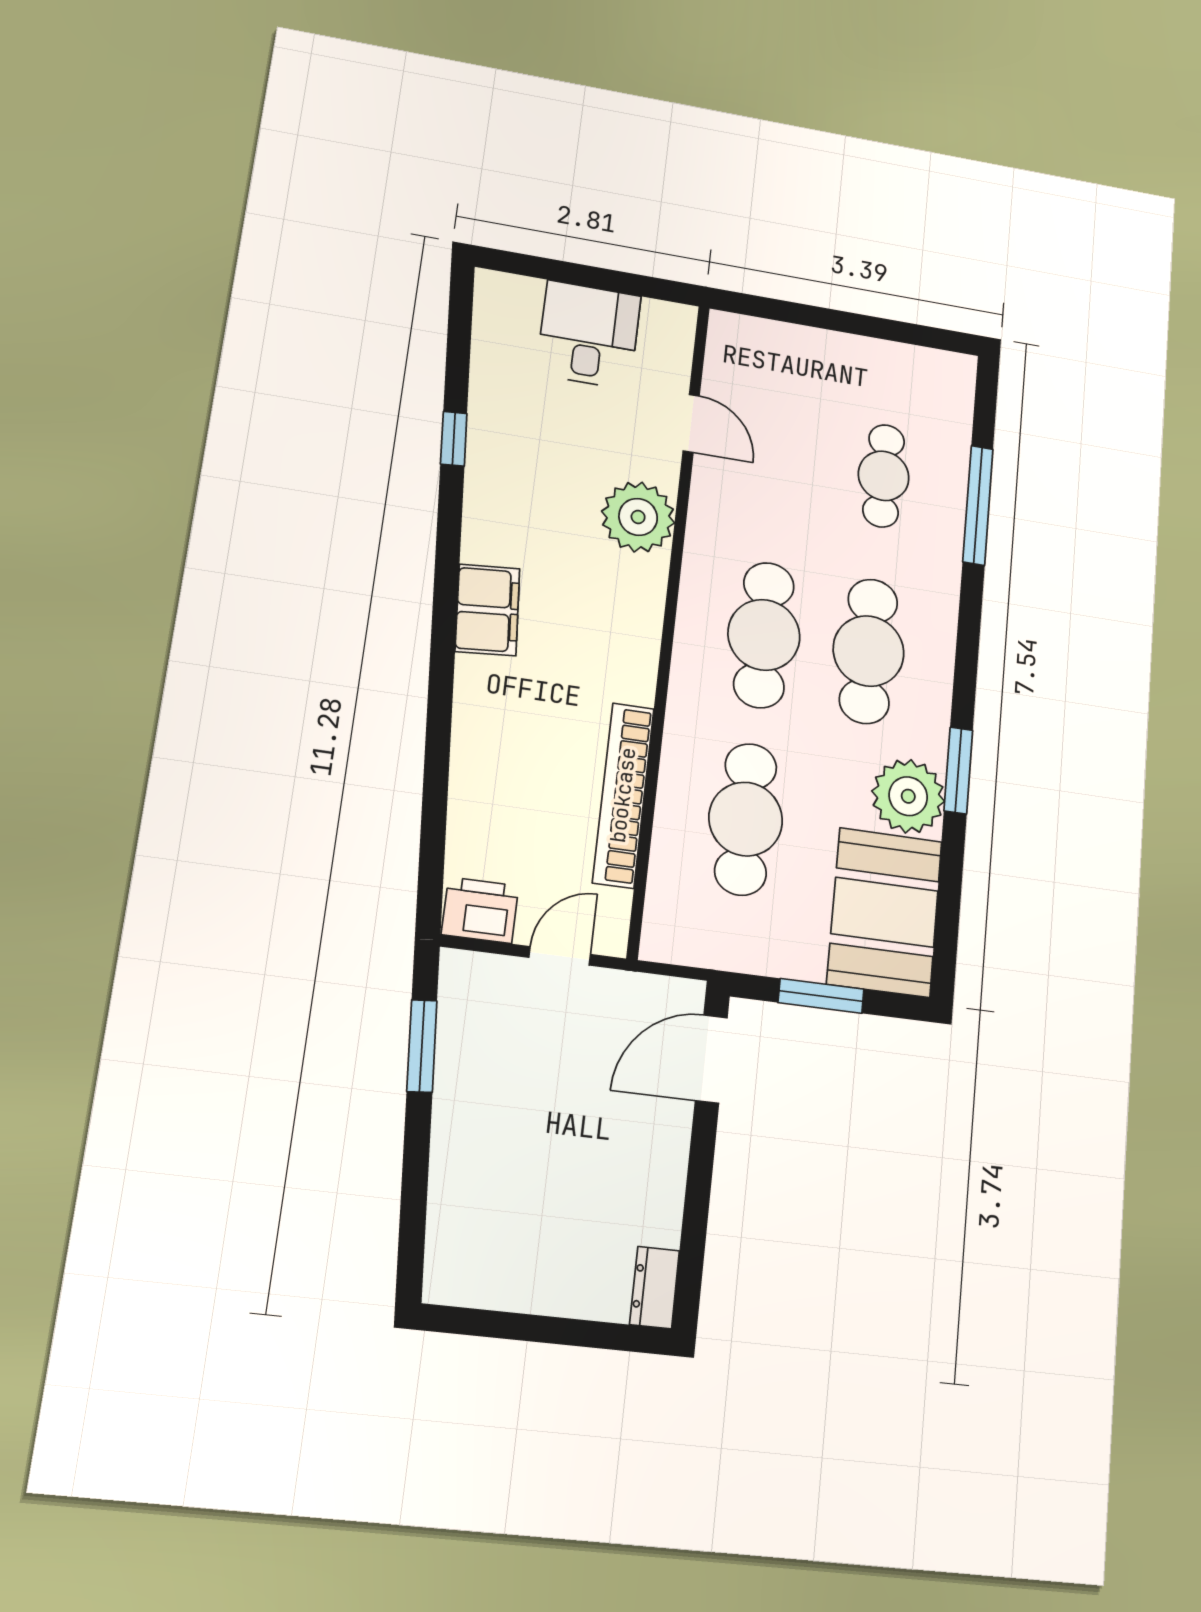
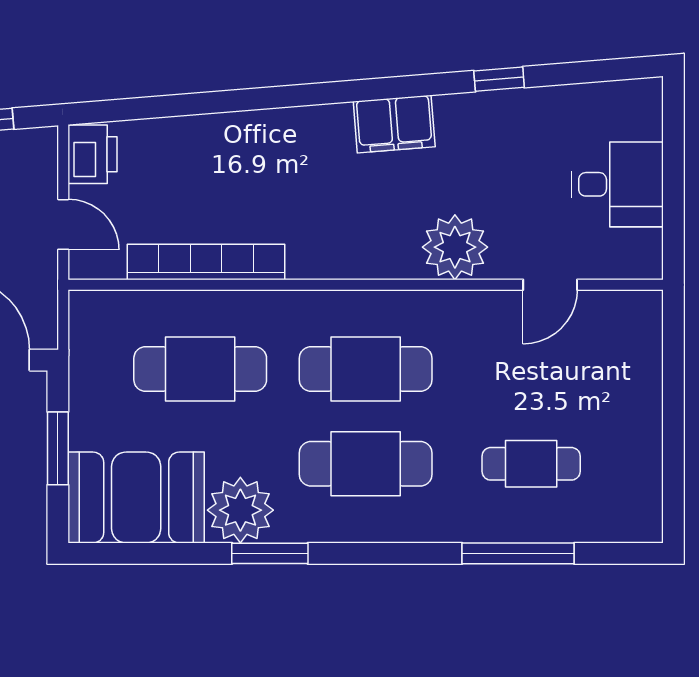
filing cabinet: (488, 610) -> (394, 124), moved

